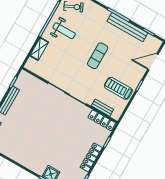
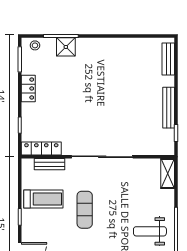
shelving: (39, 49) -> (168, 174), moved
exercise mat: (98, 56) -> (85, 210), moved
locker: (91, 157) -> (28, 88), width x0.66

